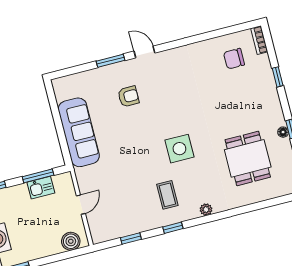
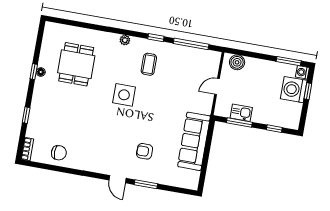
chair: (234, 59) -> (59, 153), moved
window: (131, 239) -> (191, 44), width x2.17

